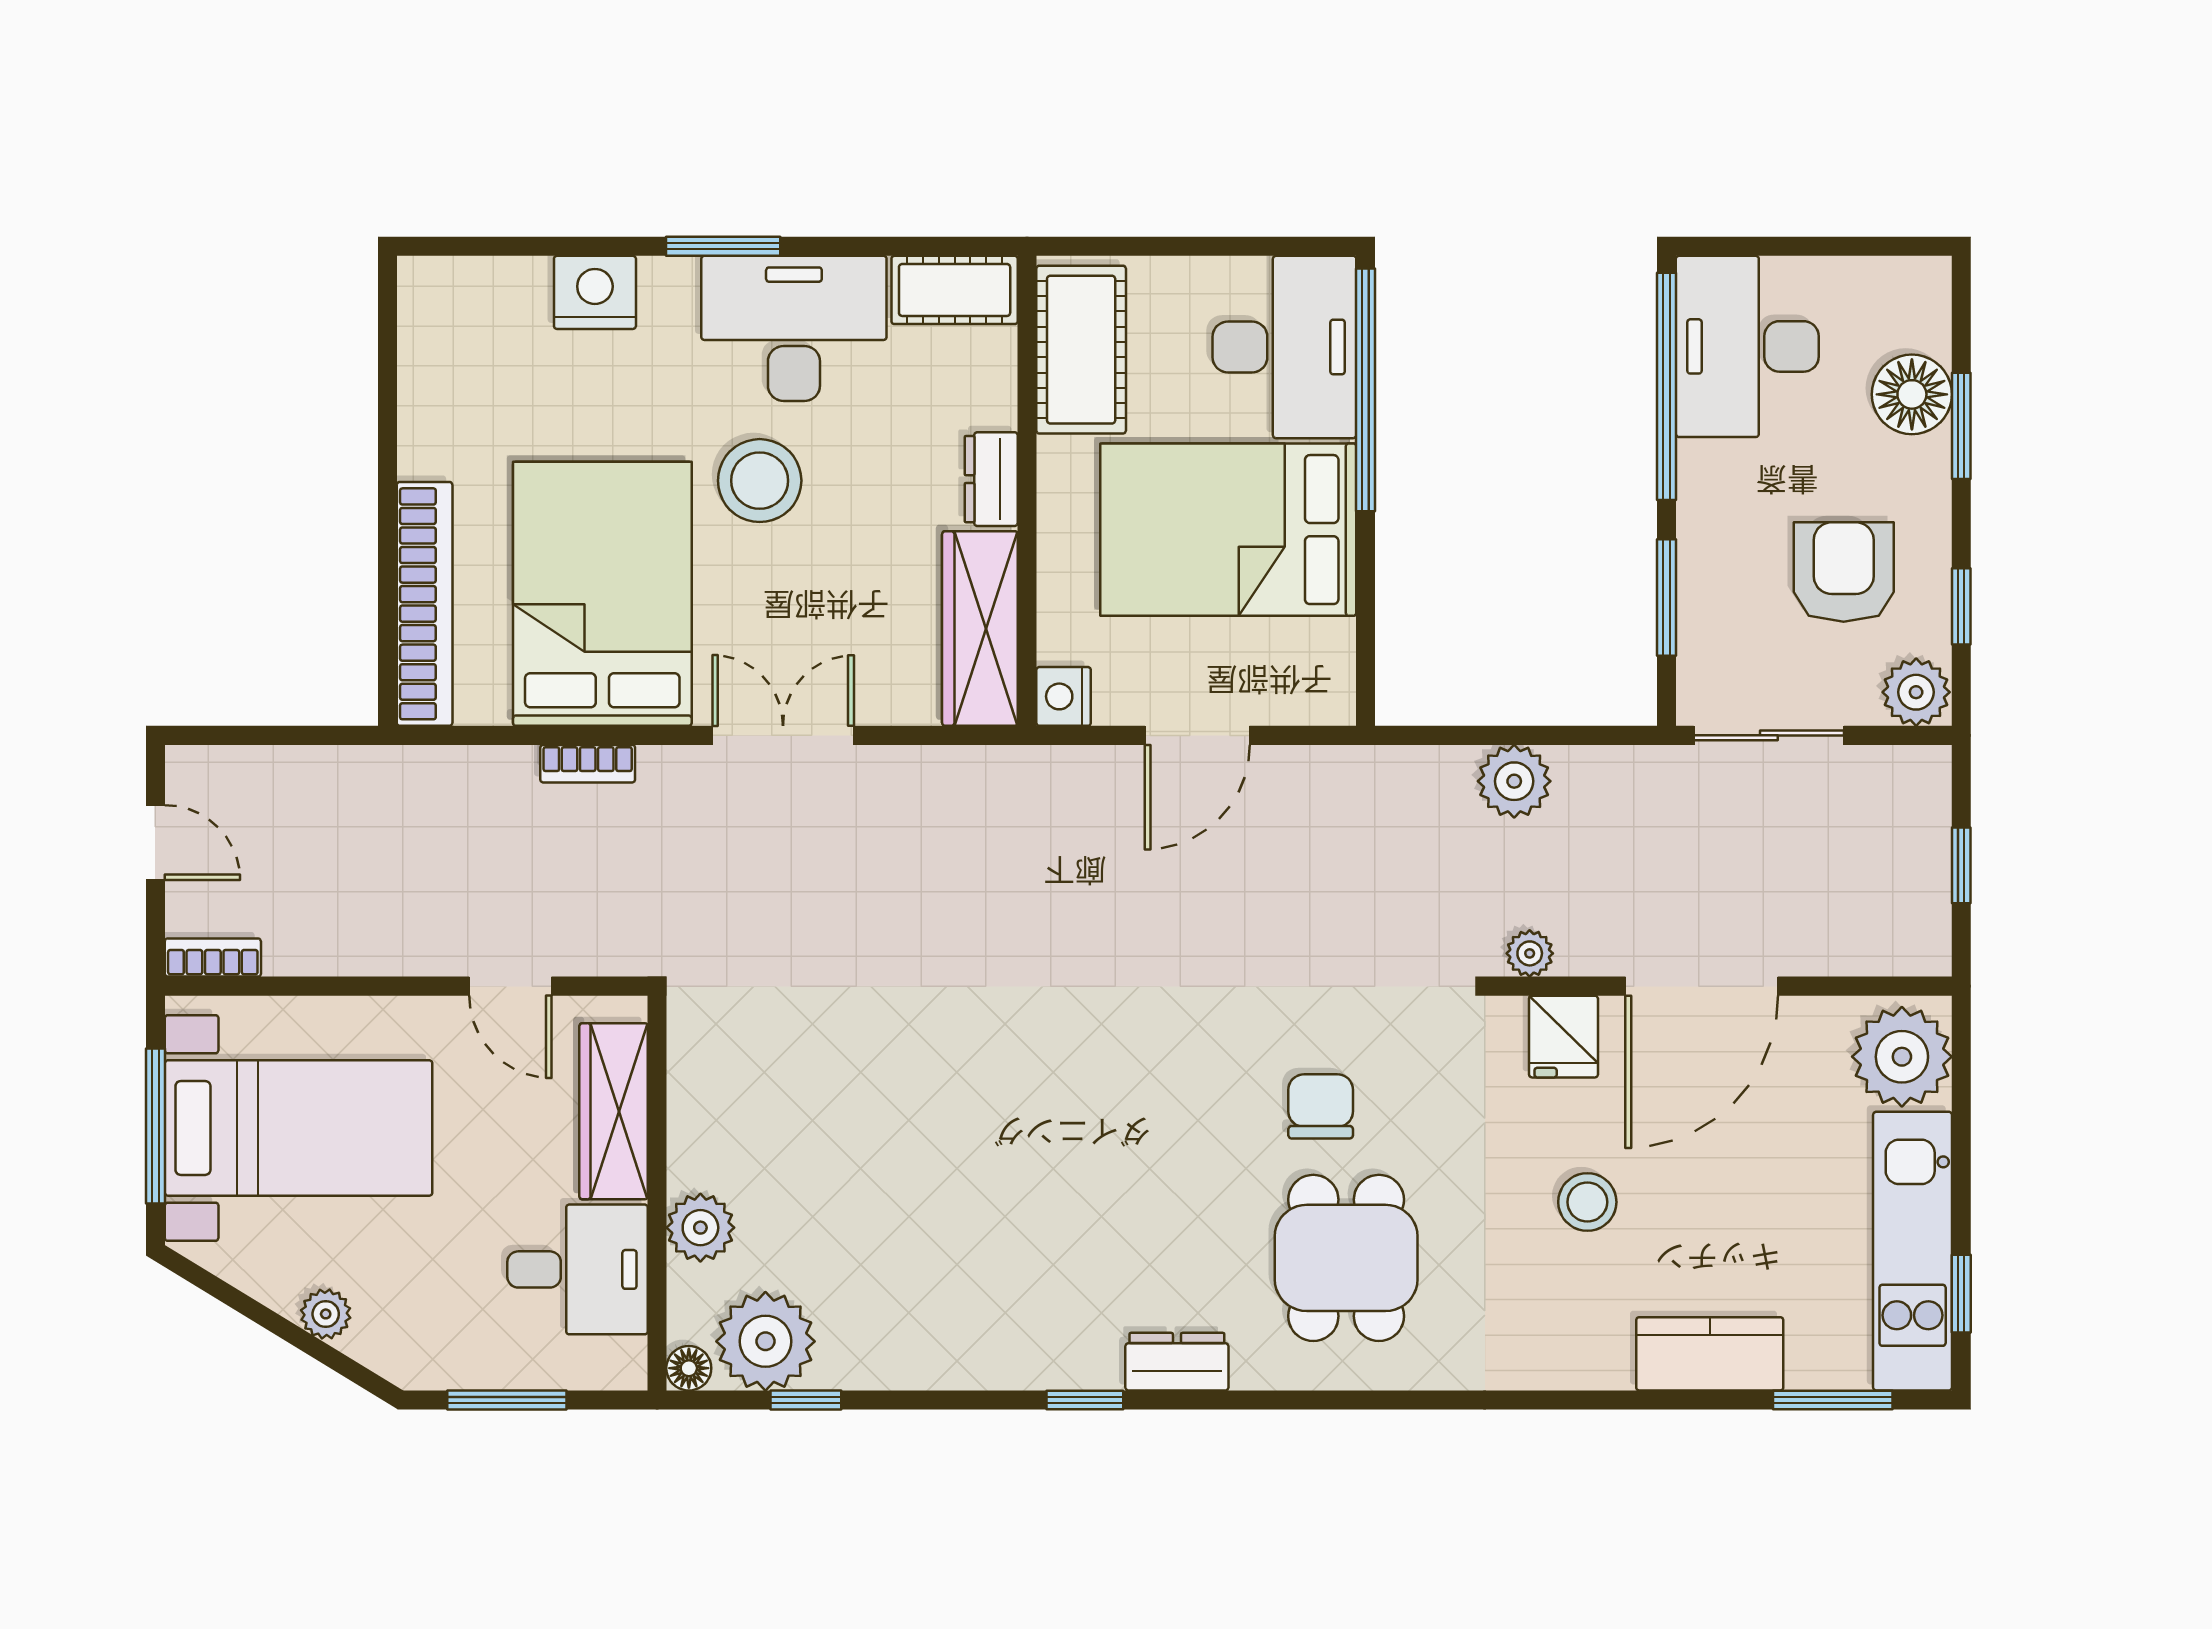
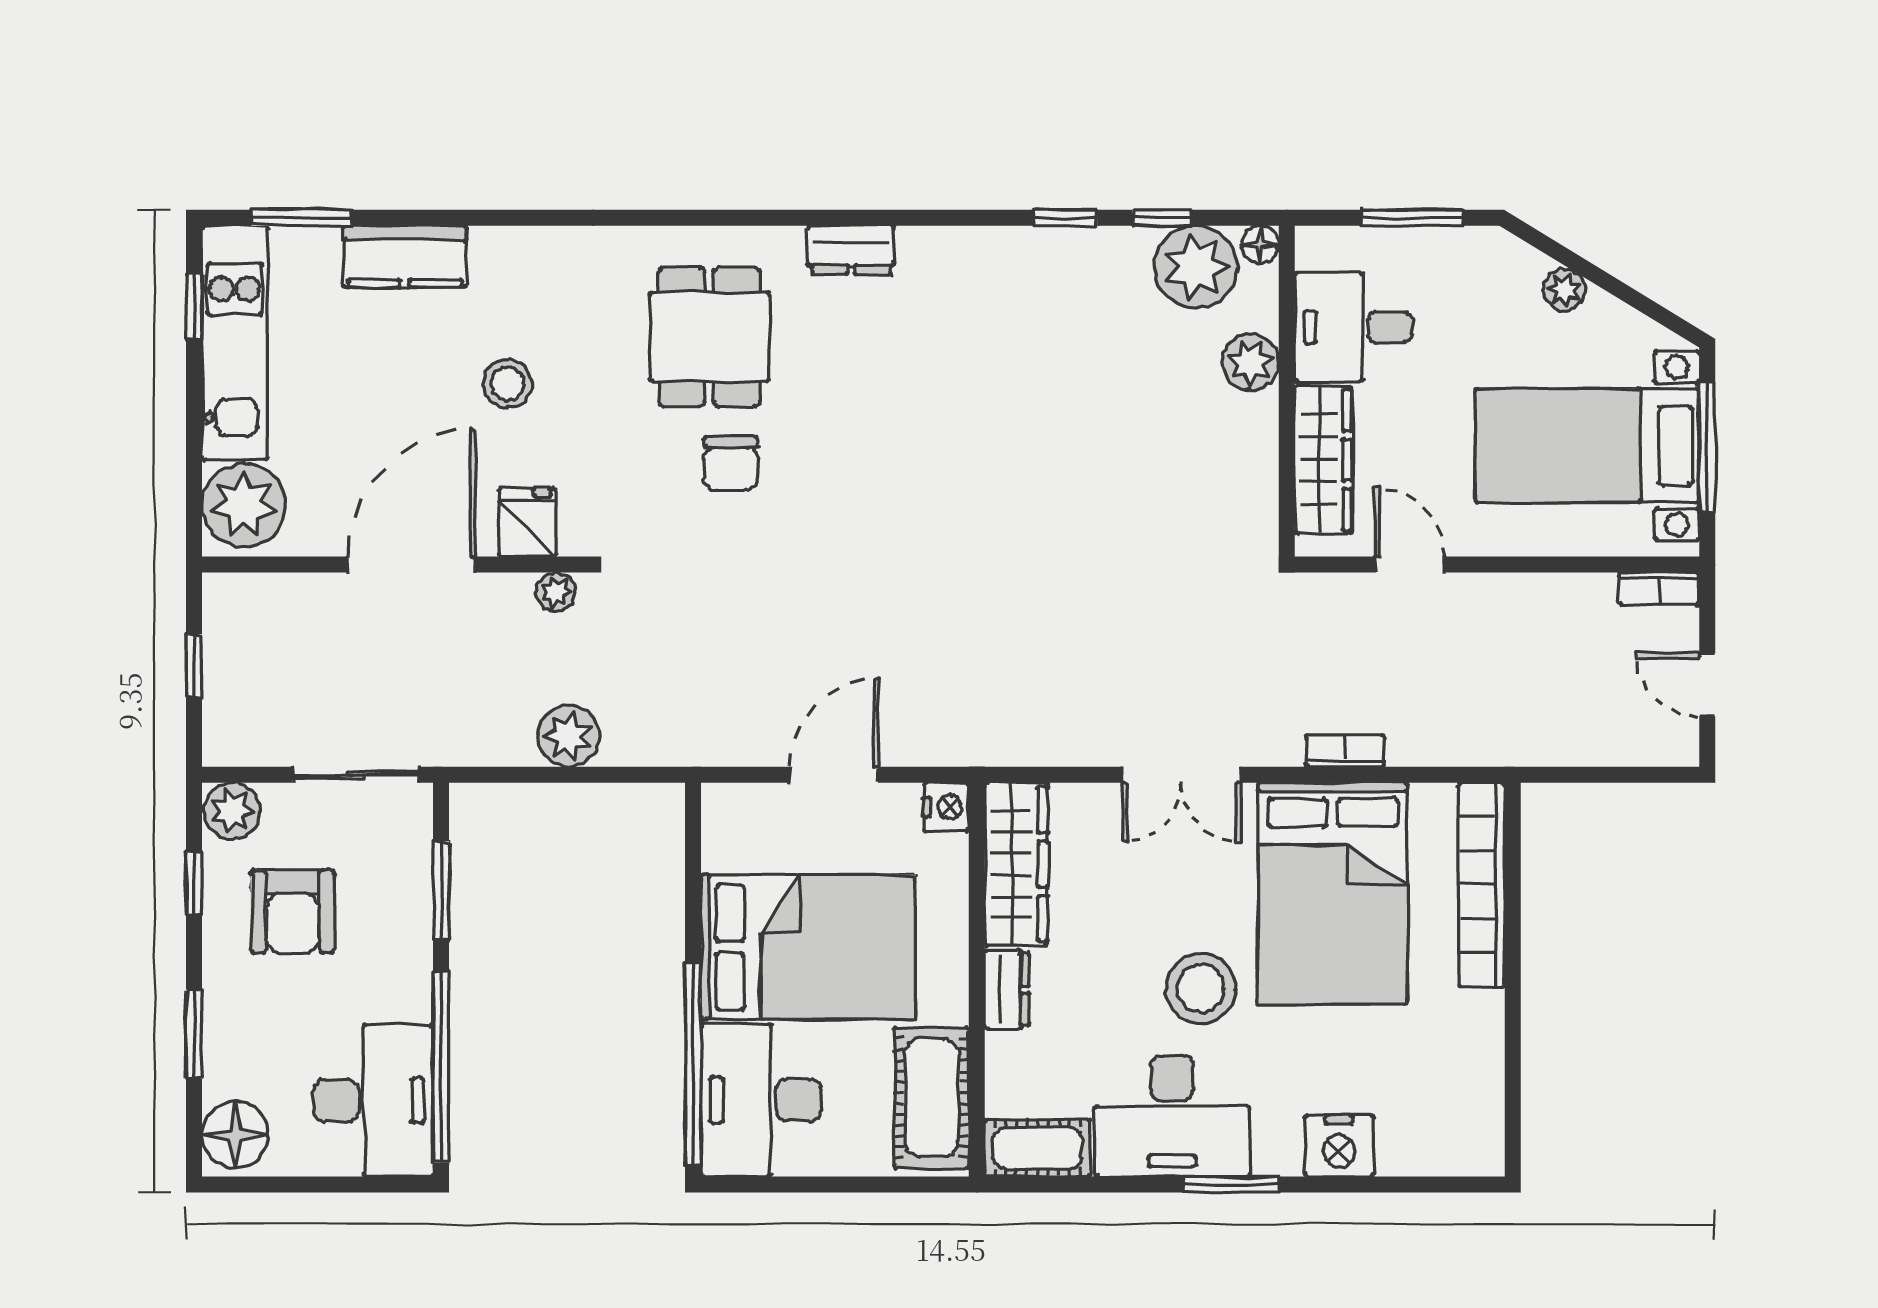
floor lamp: (1912, 394) -> (235, 1135), moved
window: (1085, 1400) -> (1065, 218), moved

